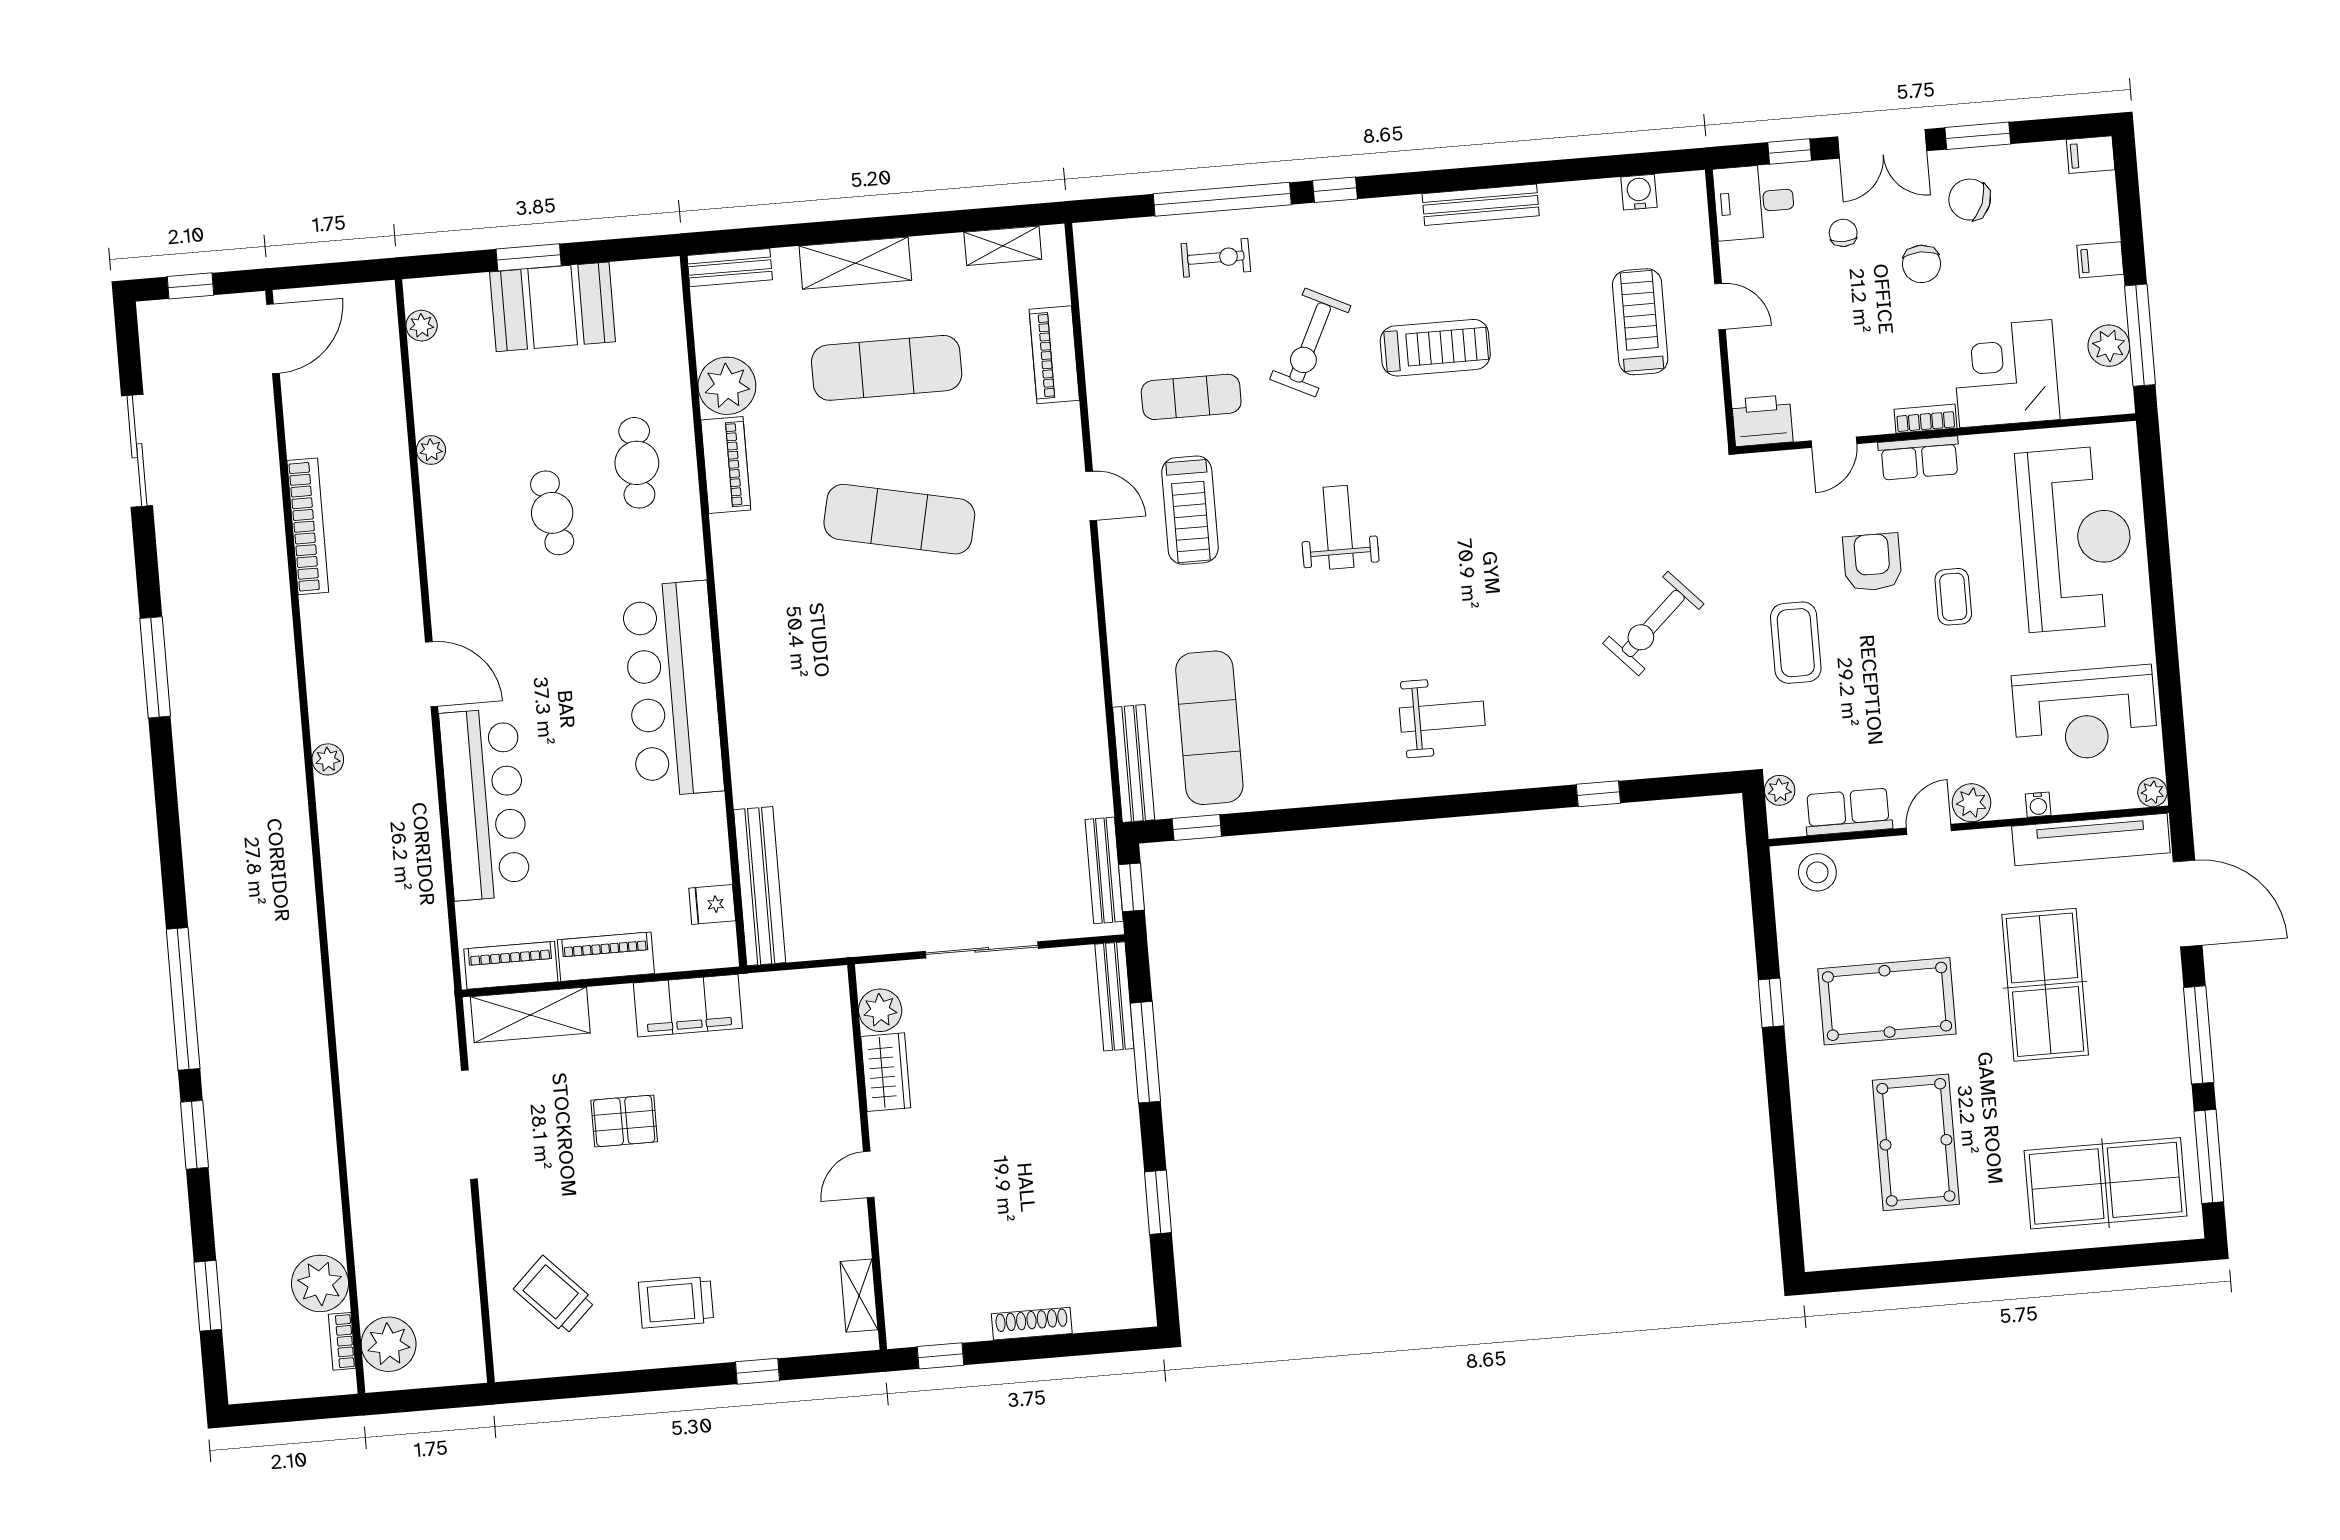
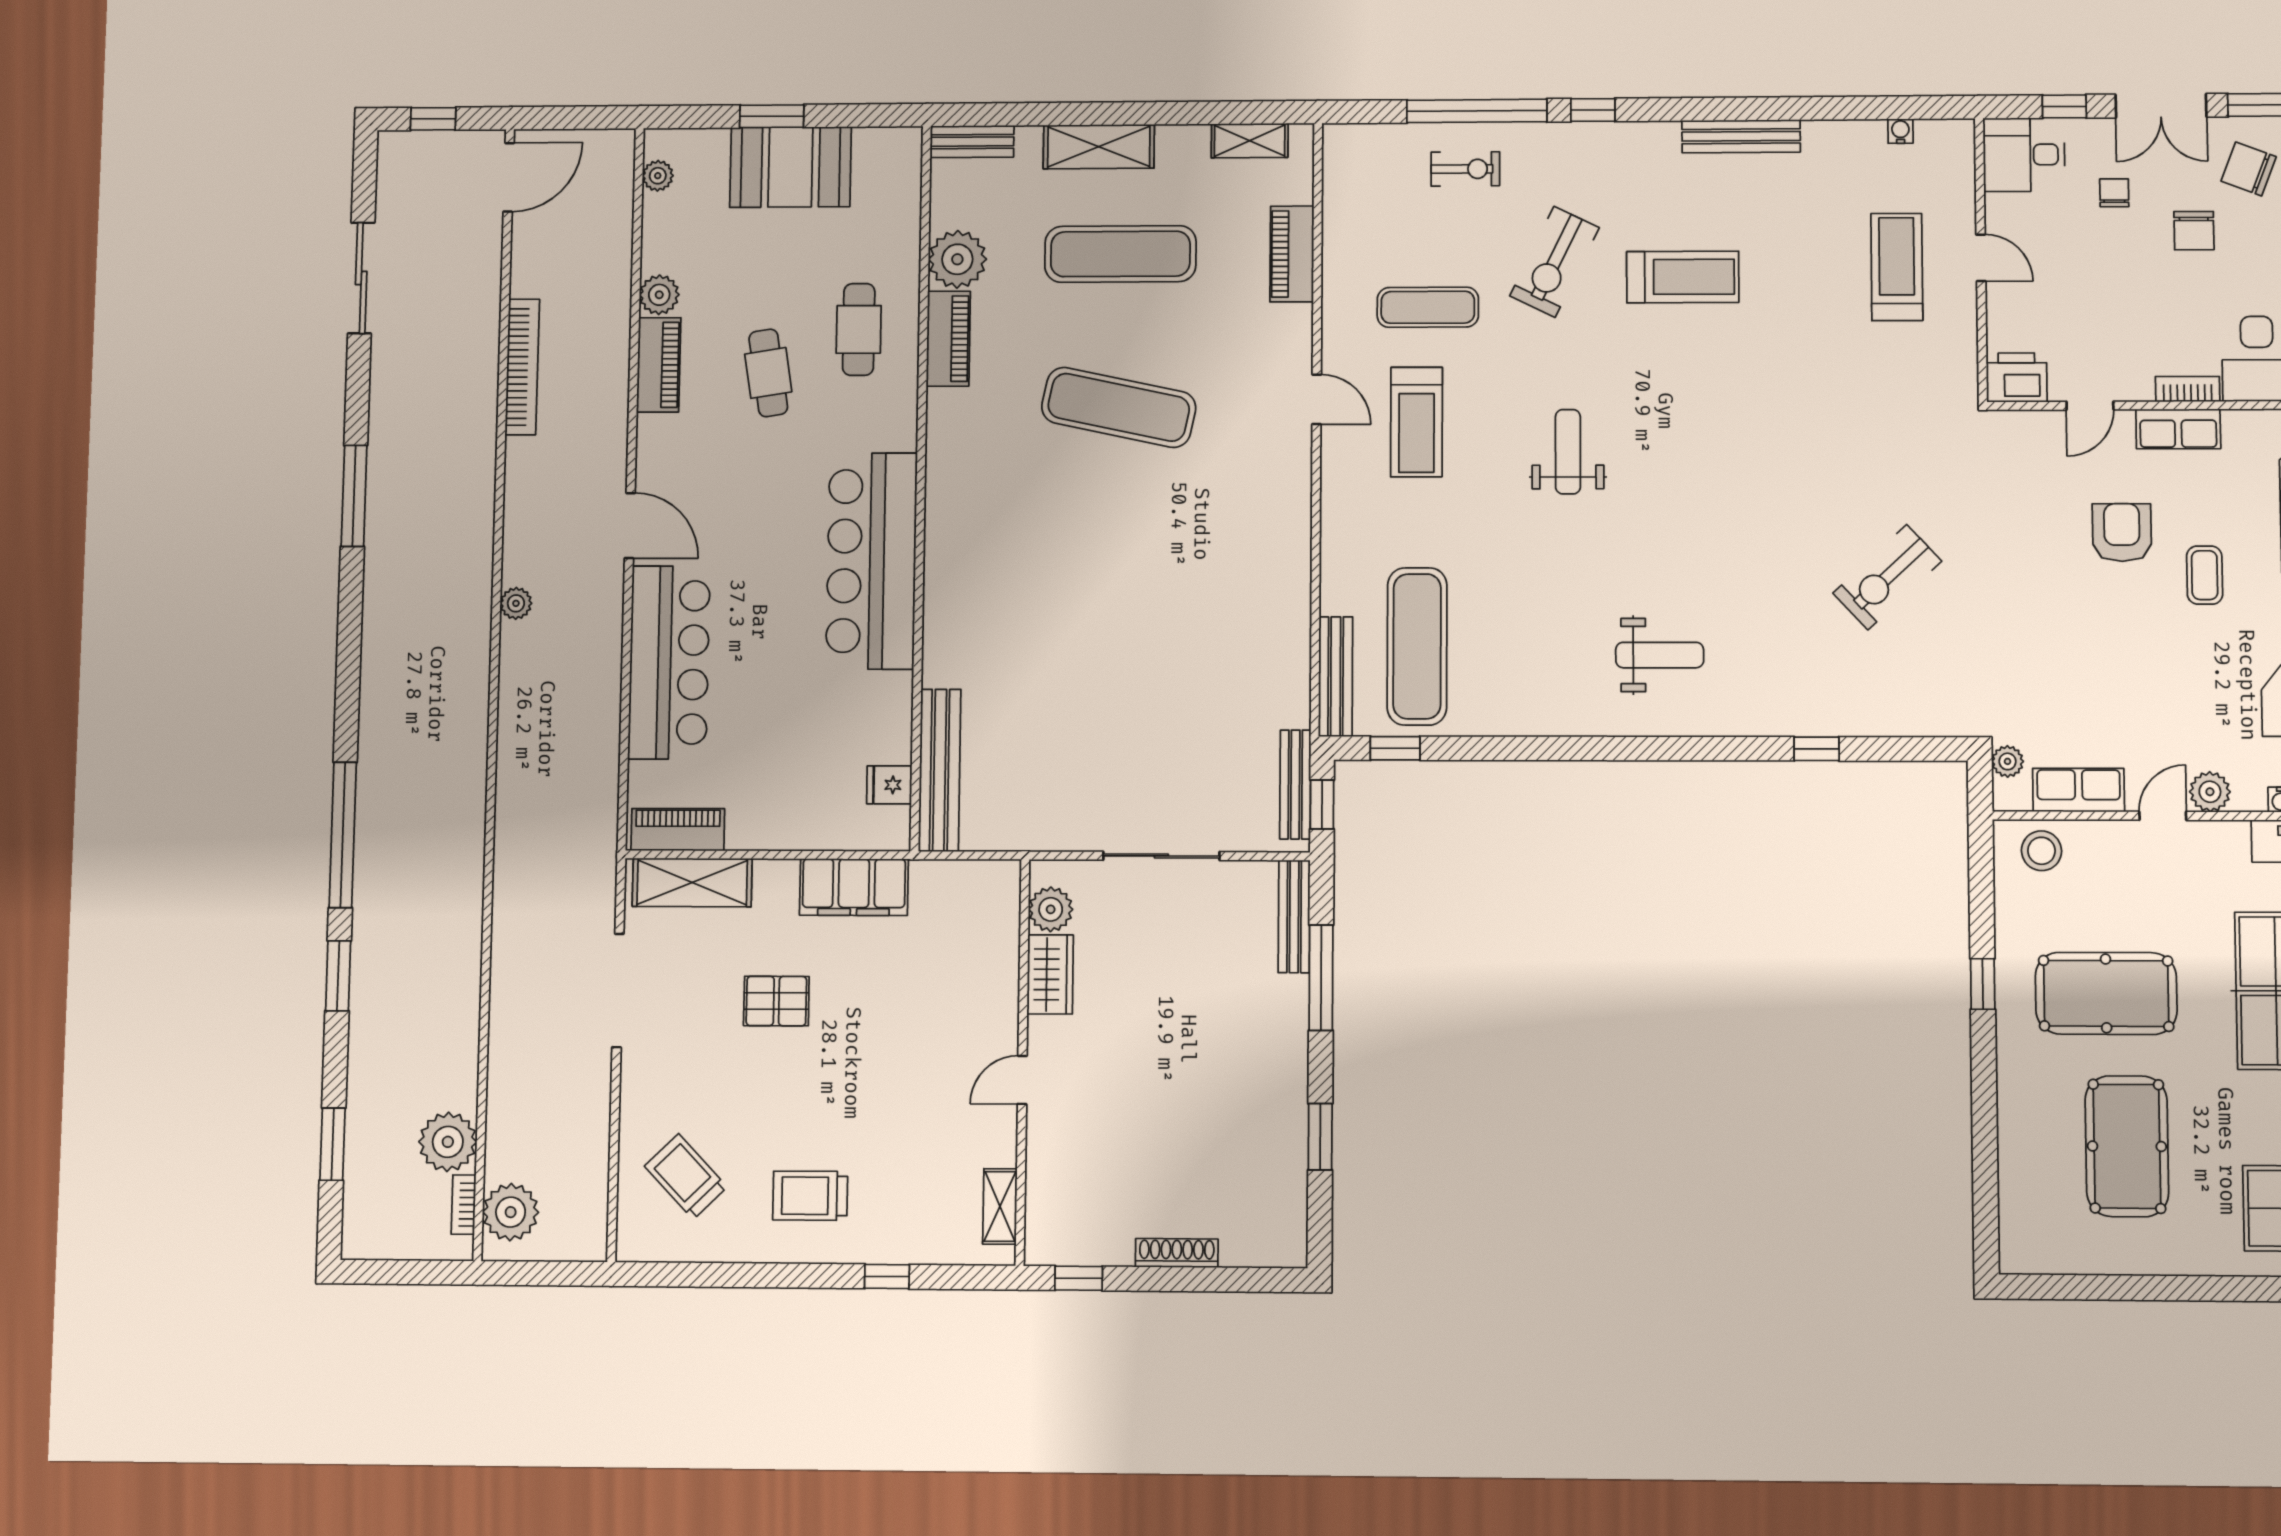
water cooler: (1639, 192) -> (1900, 131), width x0.72, depth x0.72
plant: (431, 450) -> (659, 295), width x1.38, depth x1.38
coffee table: (1796, 643) -> (2035, 609), removed
piano: (606, 957) -> (659, 365), moved, turned 90

